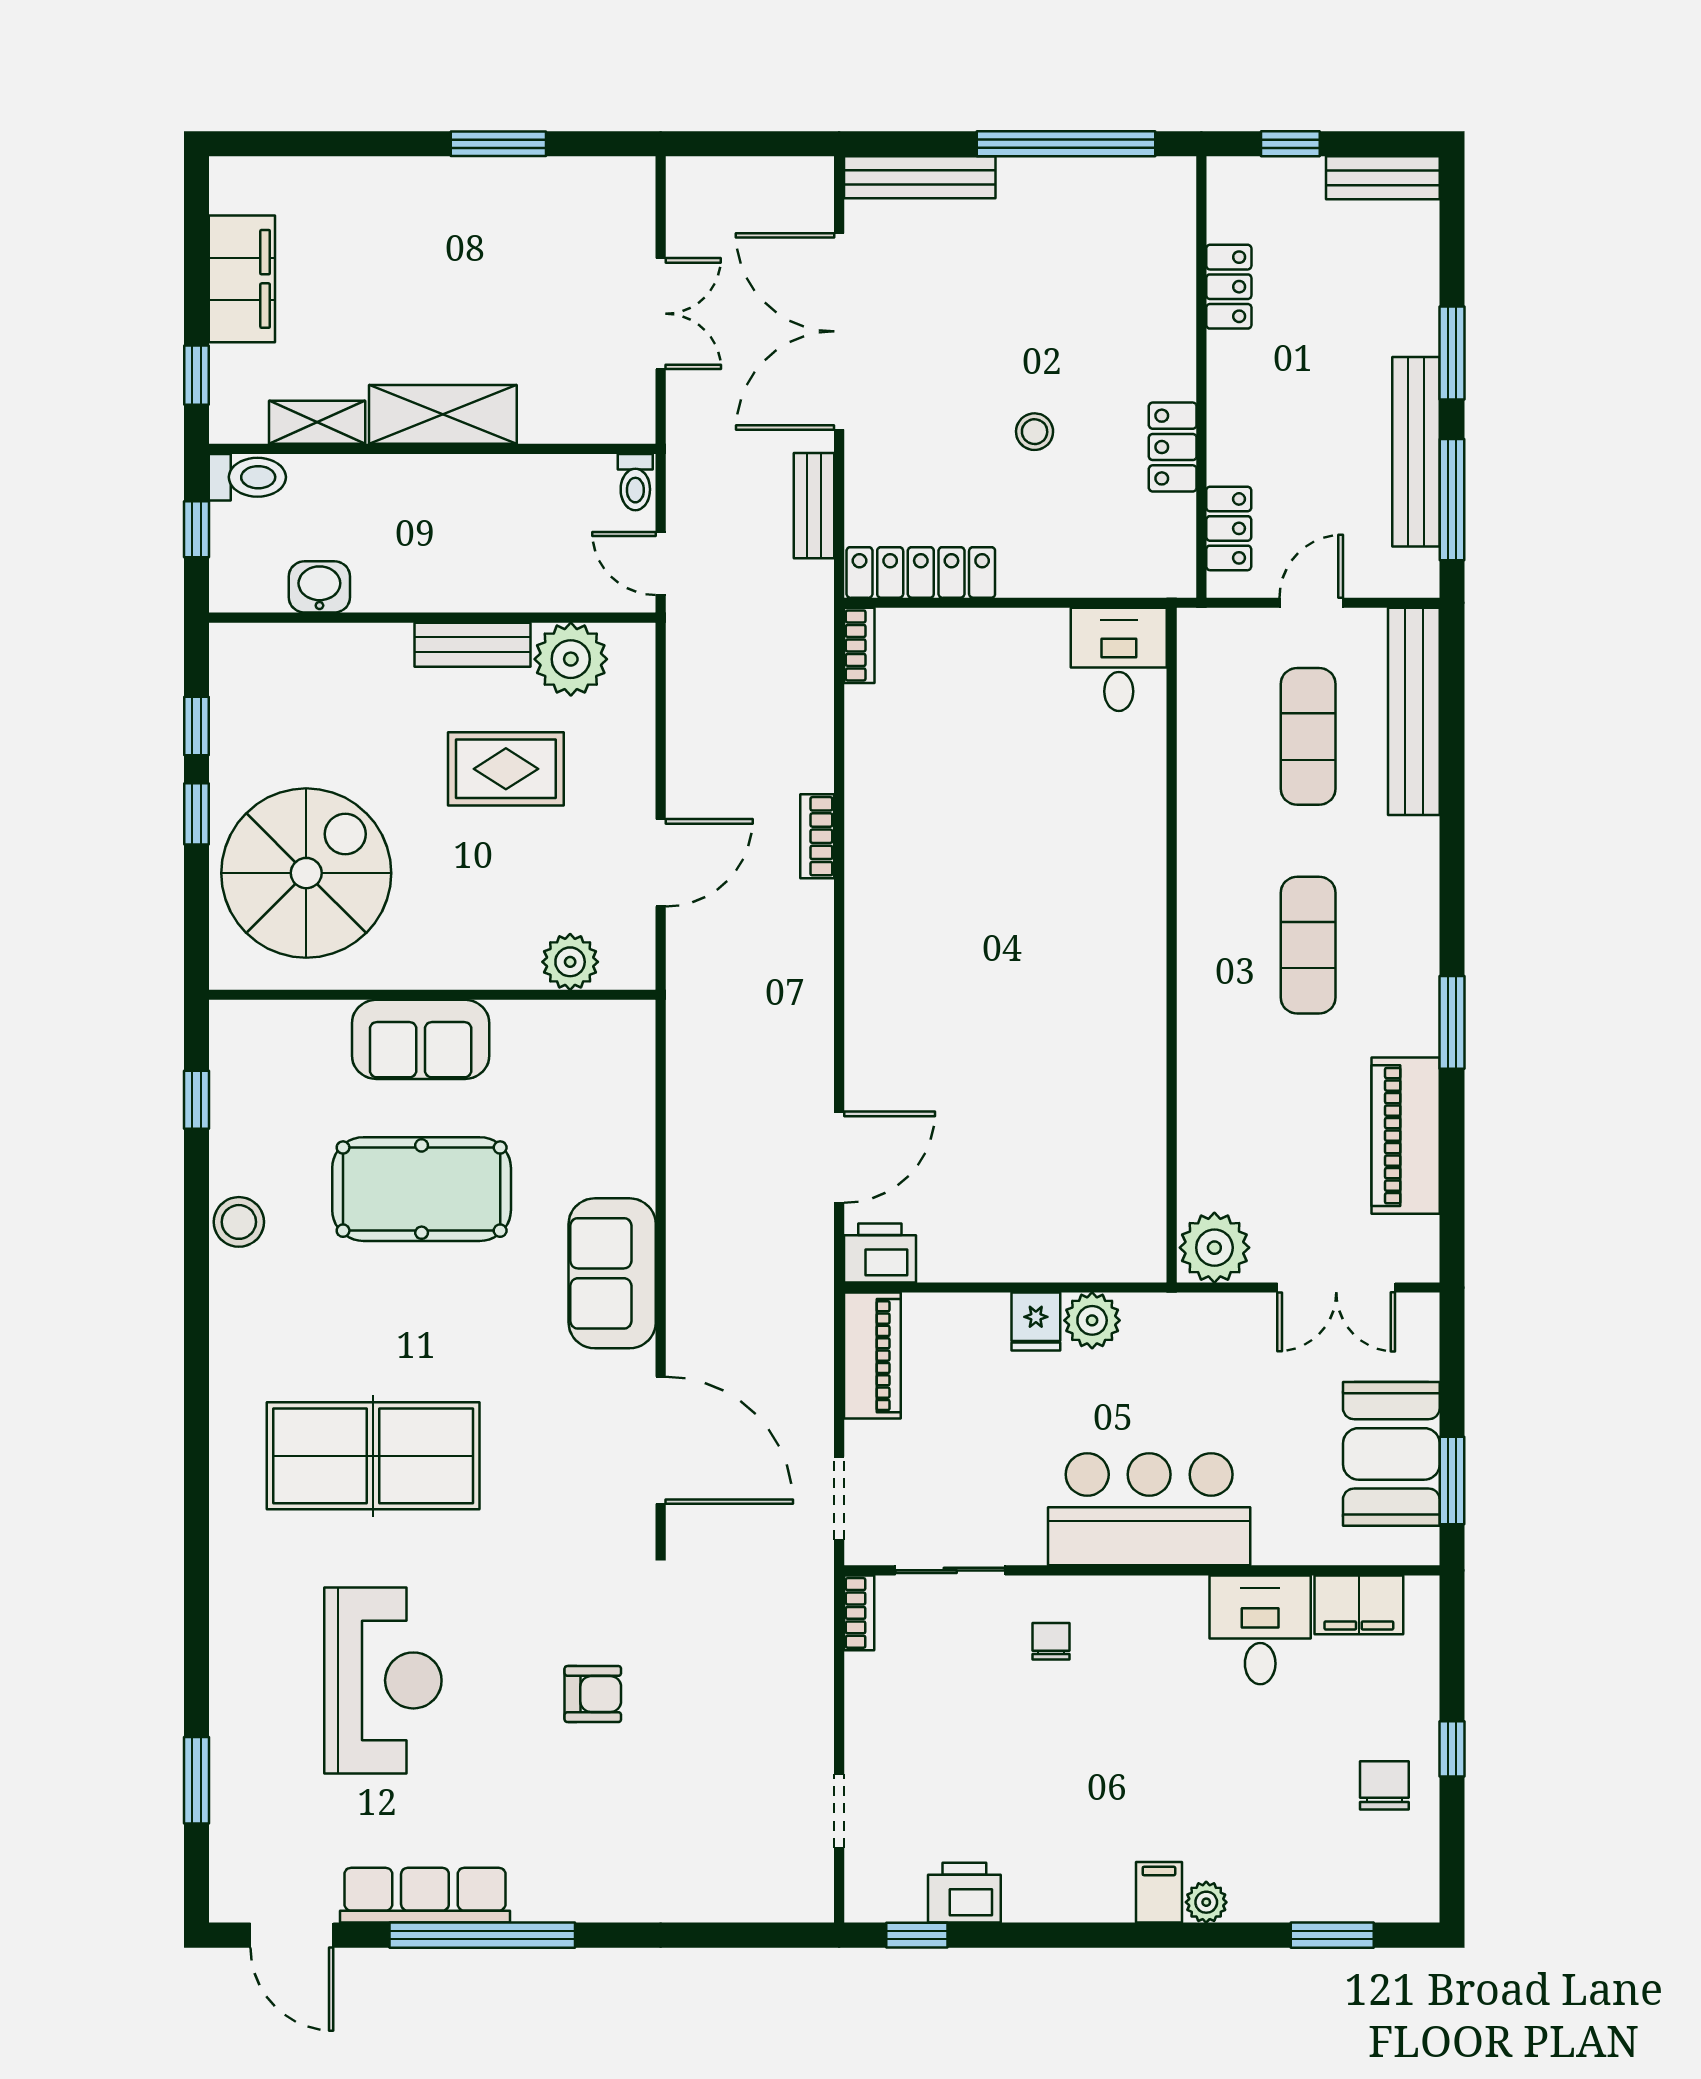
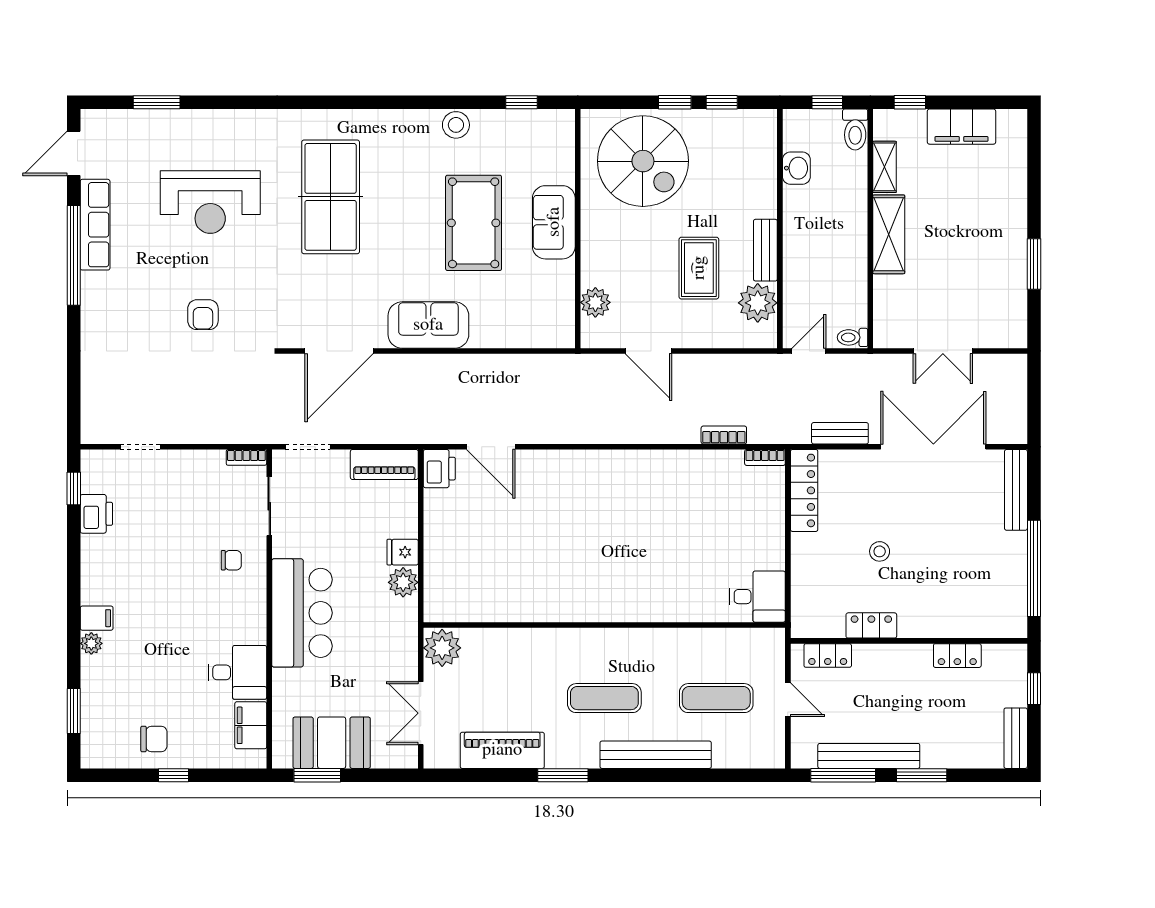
bench: (1414, 711) -> (656, 755), moved
bookcase: (817, 836) -> (724, 435), moved

